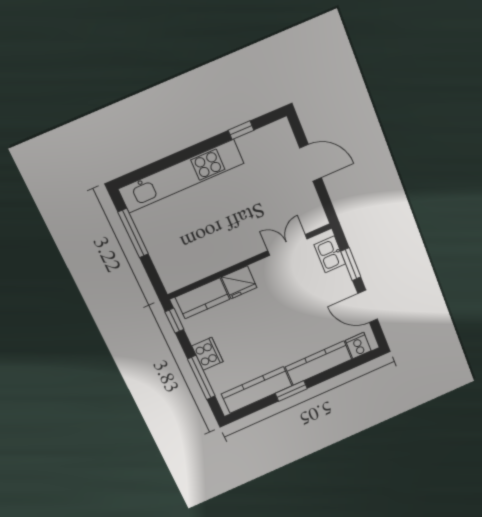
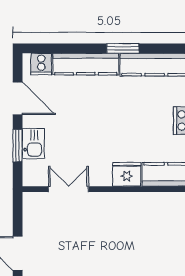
double door: (287, 245) -> (69, 189), swing flipped
kitchen sink: (330, 254) -> (33, 143), moved

